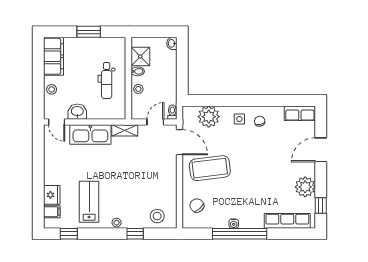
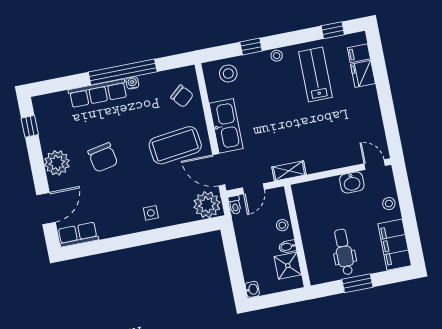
dental chair: (107, 80) -> (344, 252), moved
plant: (209, 117) -> (207, 205), moved
chair: (260, 121) -> (103, 157), moved, width x1.87, depth x1.87
kitchen sink: (90, 134) -> (226, 126), moved, turned 90
door: (321, 150) -> (46, 208), moved
plant: (305, 187) -> (57, 163), moved
lab bench: (89, 202) -> (315, 74), turned 180
row of seats: (287, 221) -> (98, 93), moved

